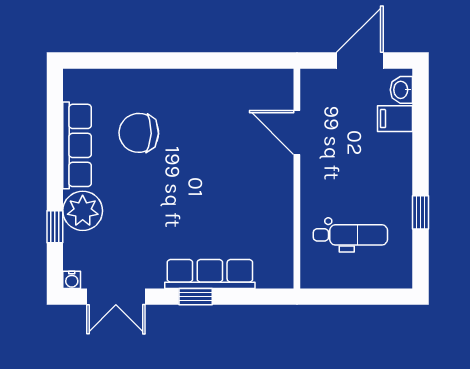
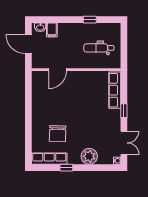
row of seats: (77, 145) -> (49, 159), moved
window: (55, 227) -> (66, 168), moved
dental chair: (350, 235) -> (99, 48), turned -90
row of seats: (210, 274) -> (115, 90), moved

